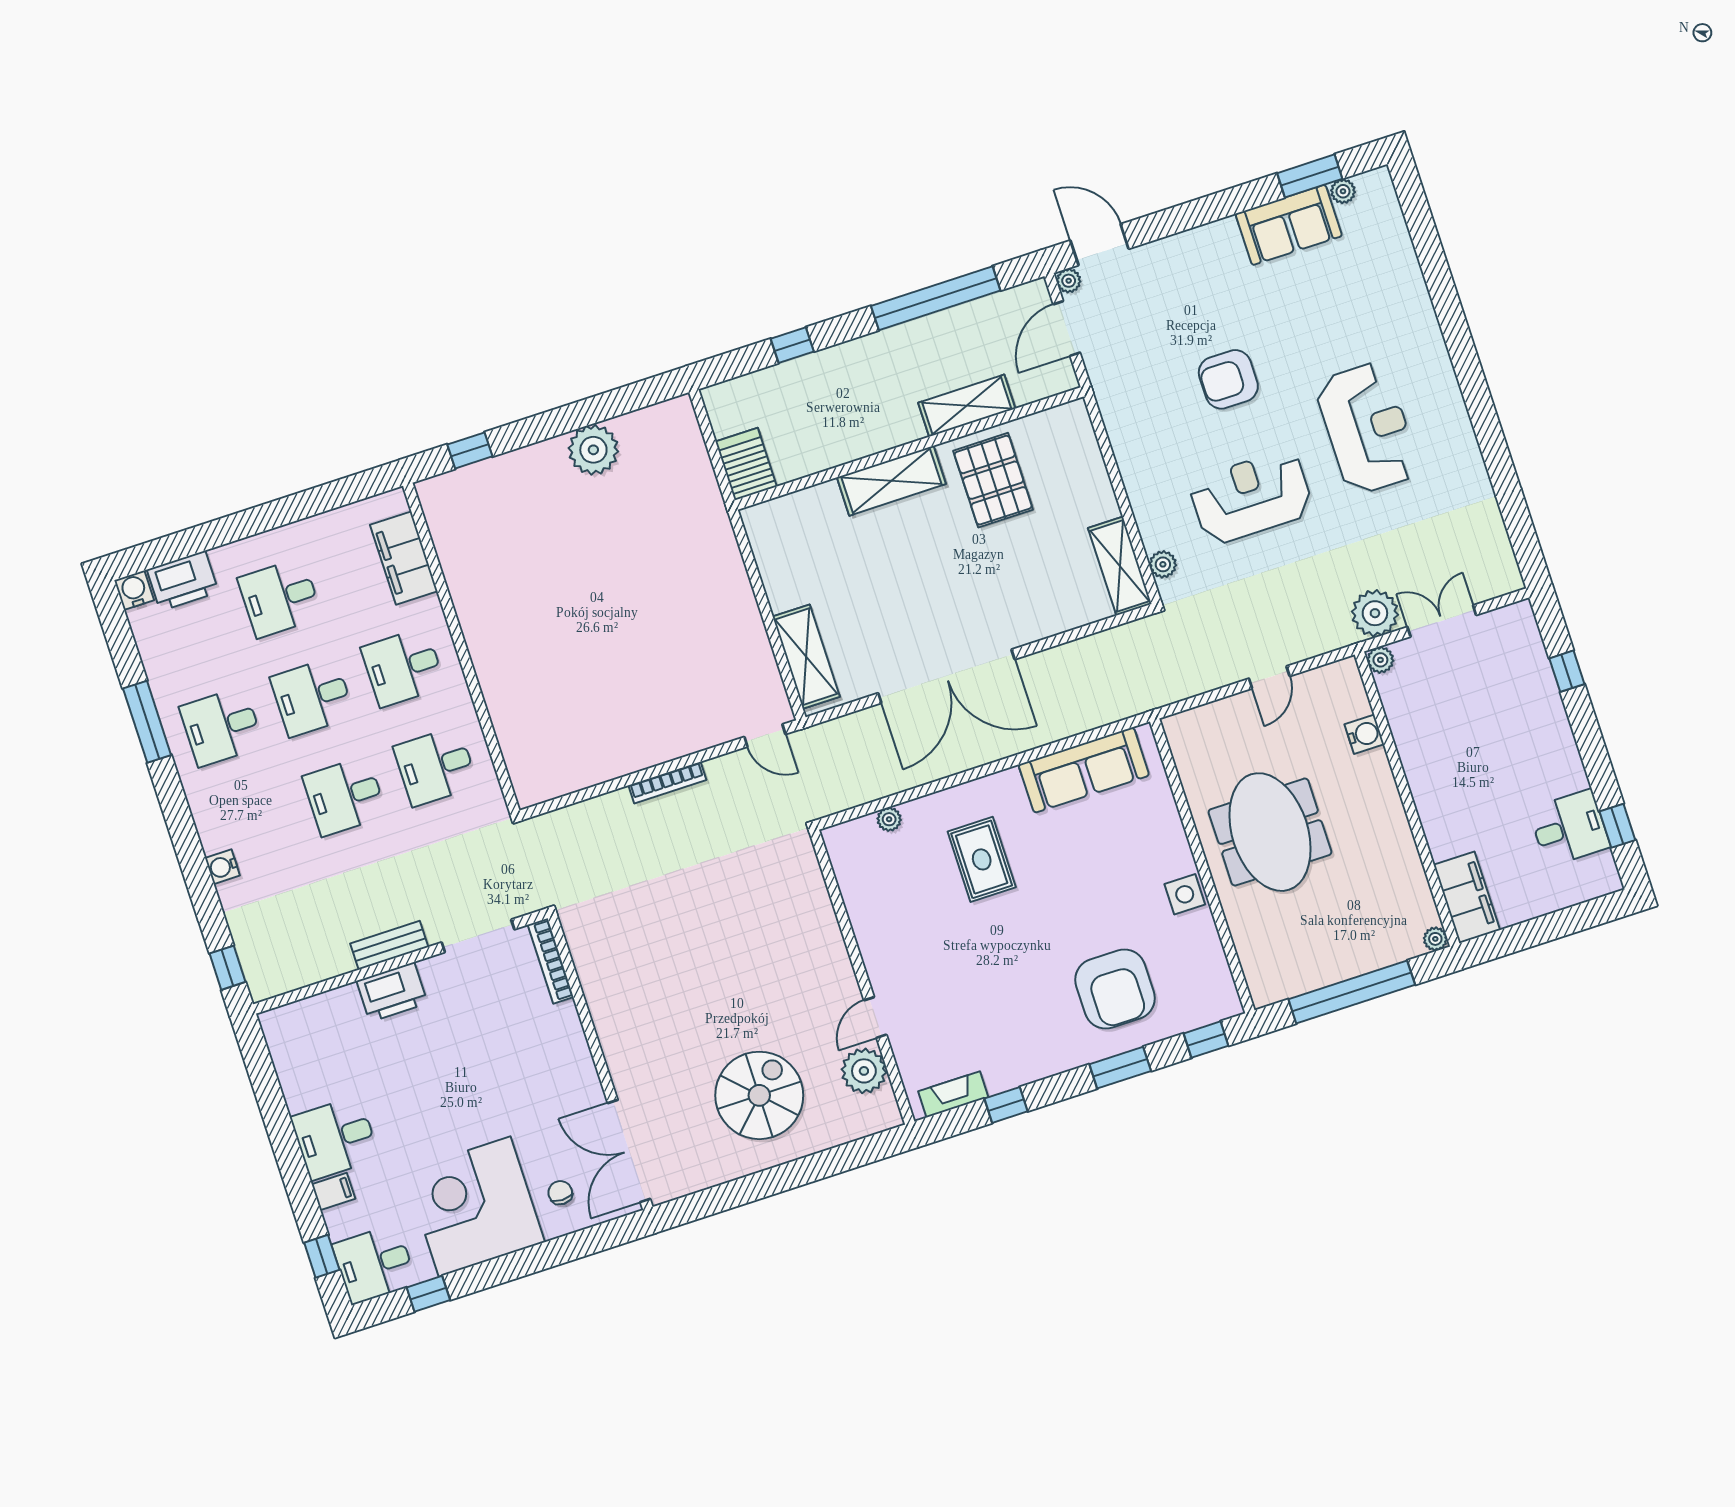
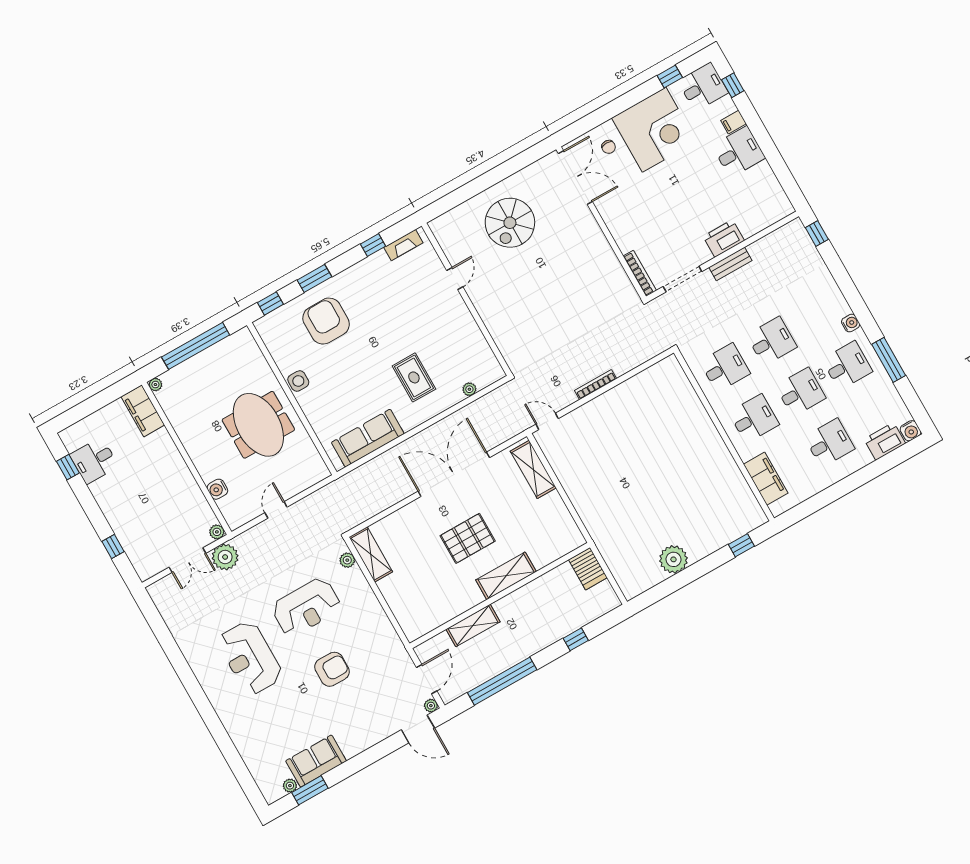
pallet: (993, 480) -> (468, 538), moved, turned 90
water cooler: (222, 867) -> (851, 323), moved
plant: (864, 1071) -> (455, 248), removed

